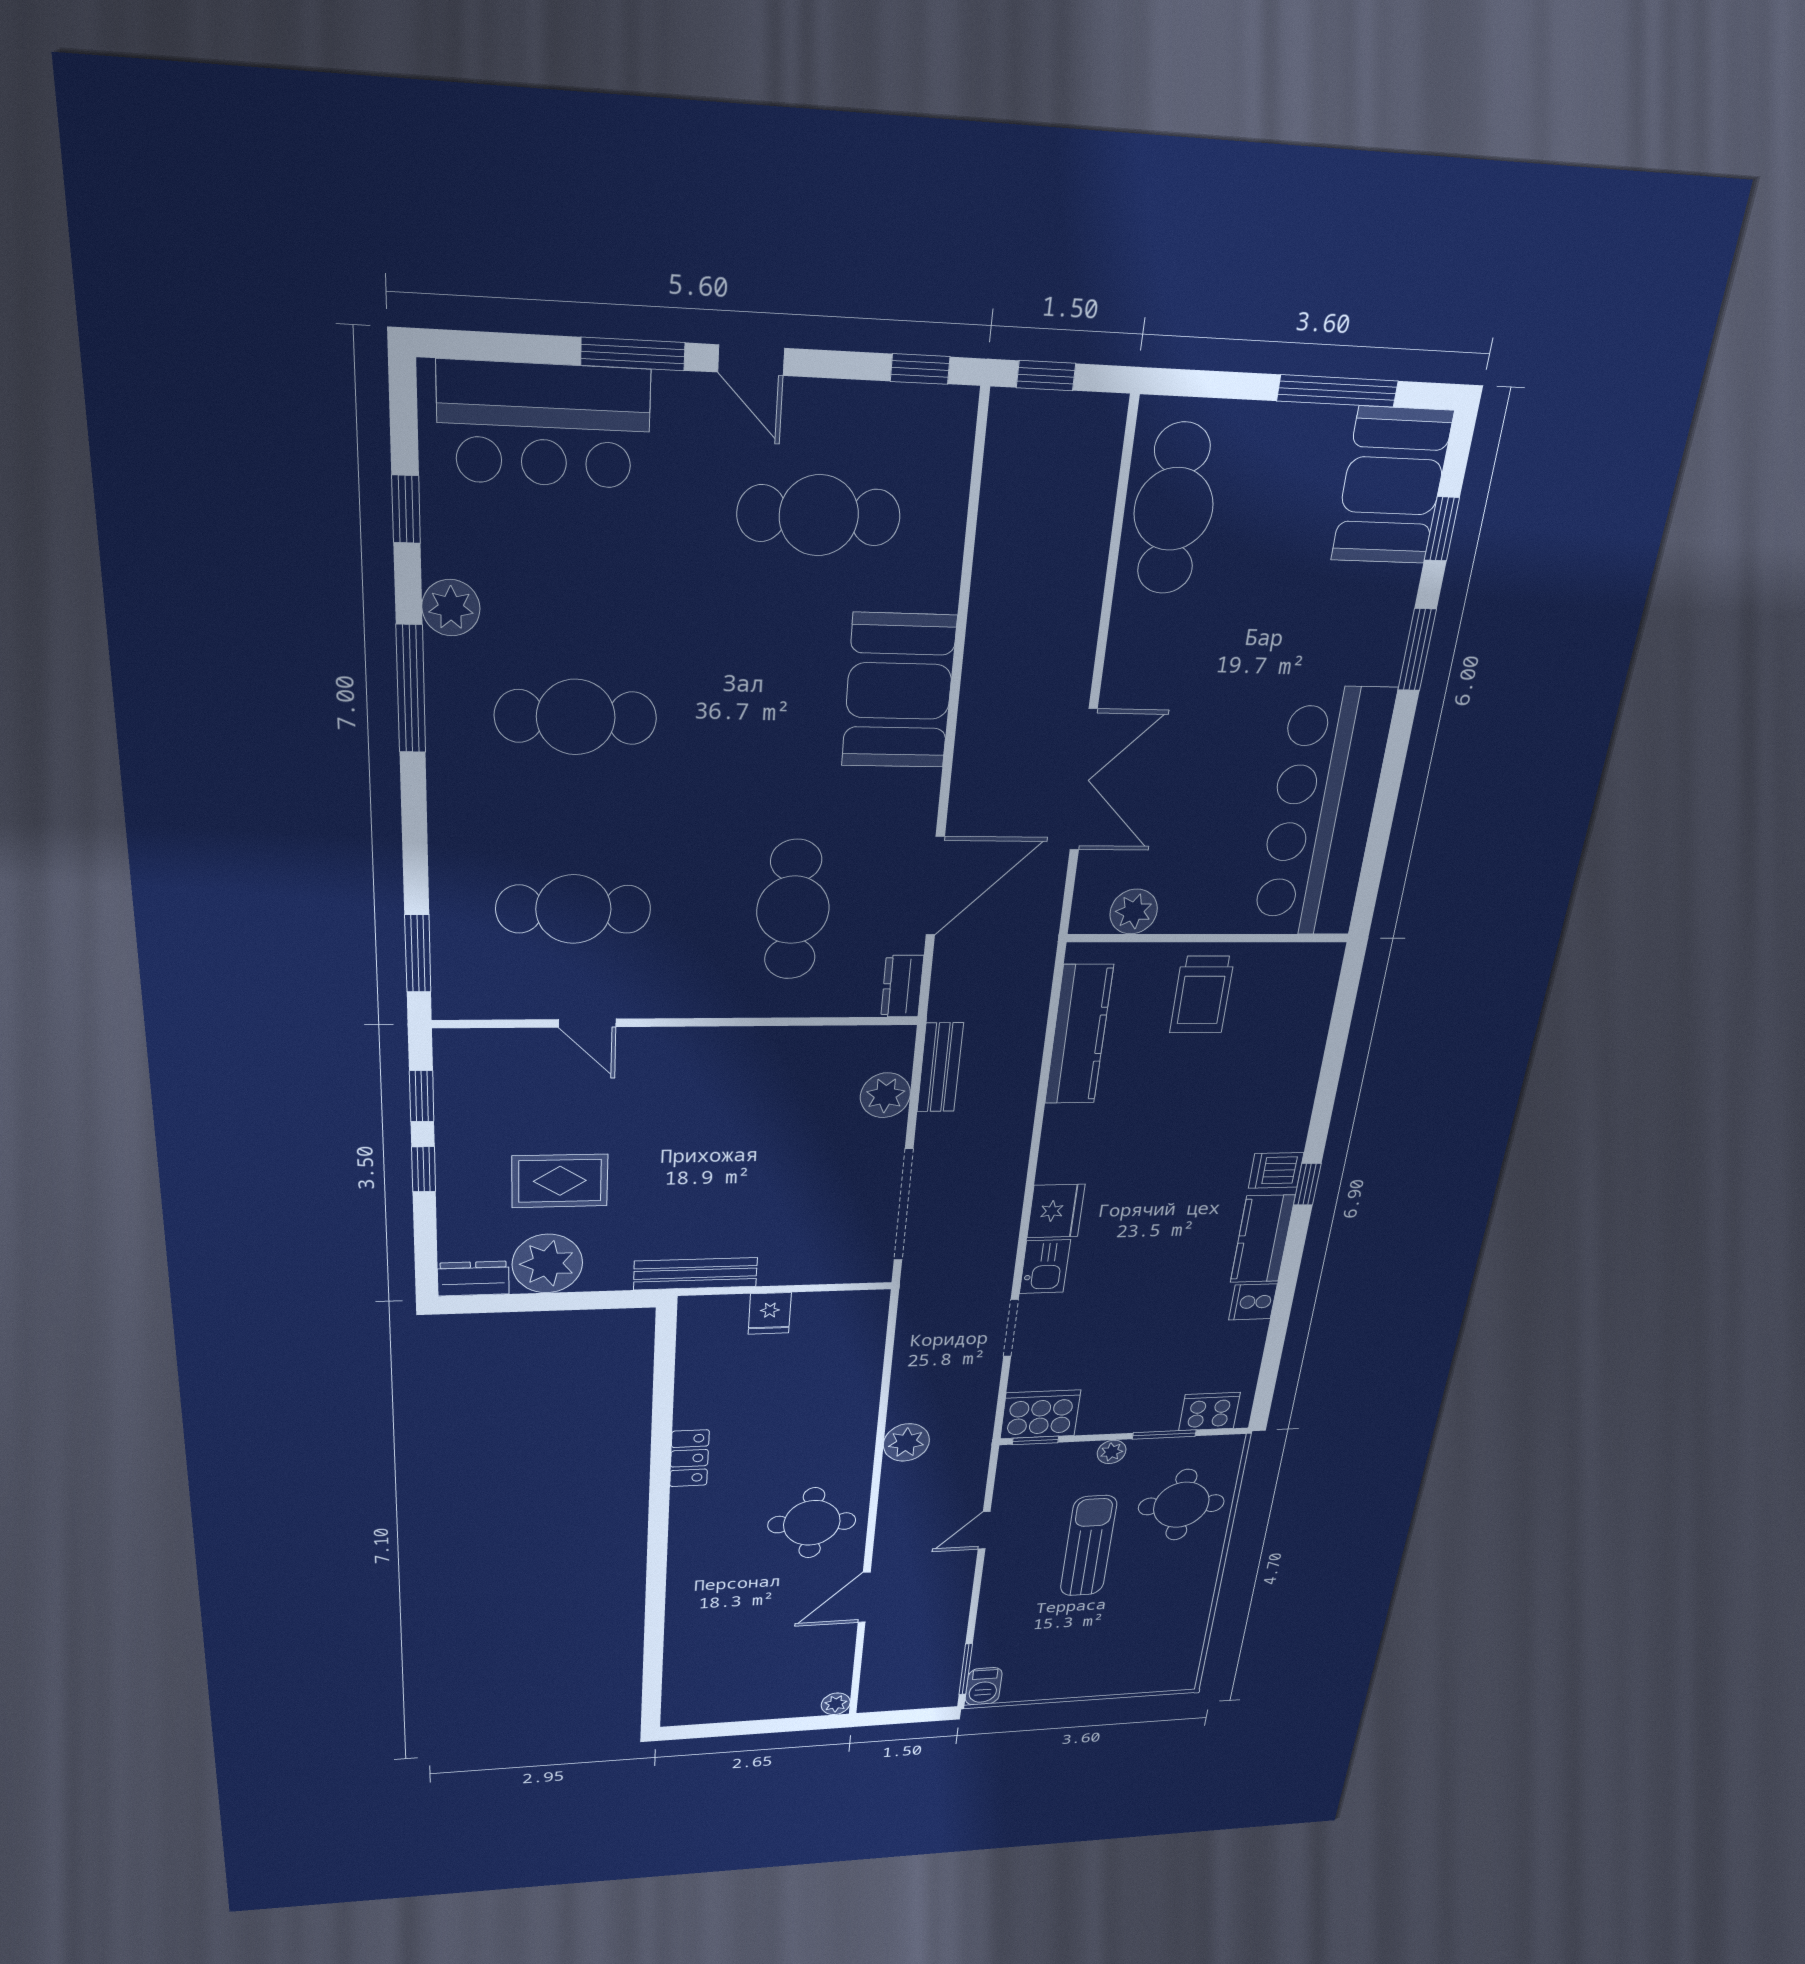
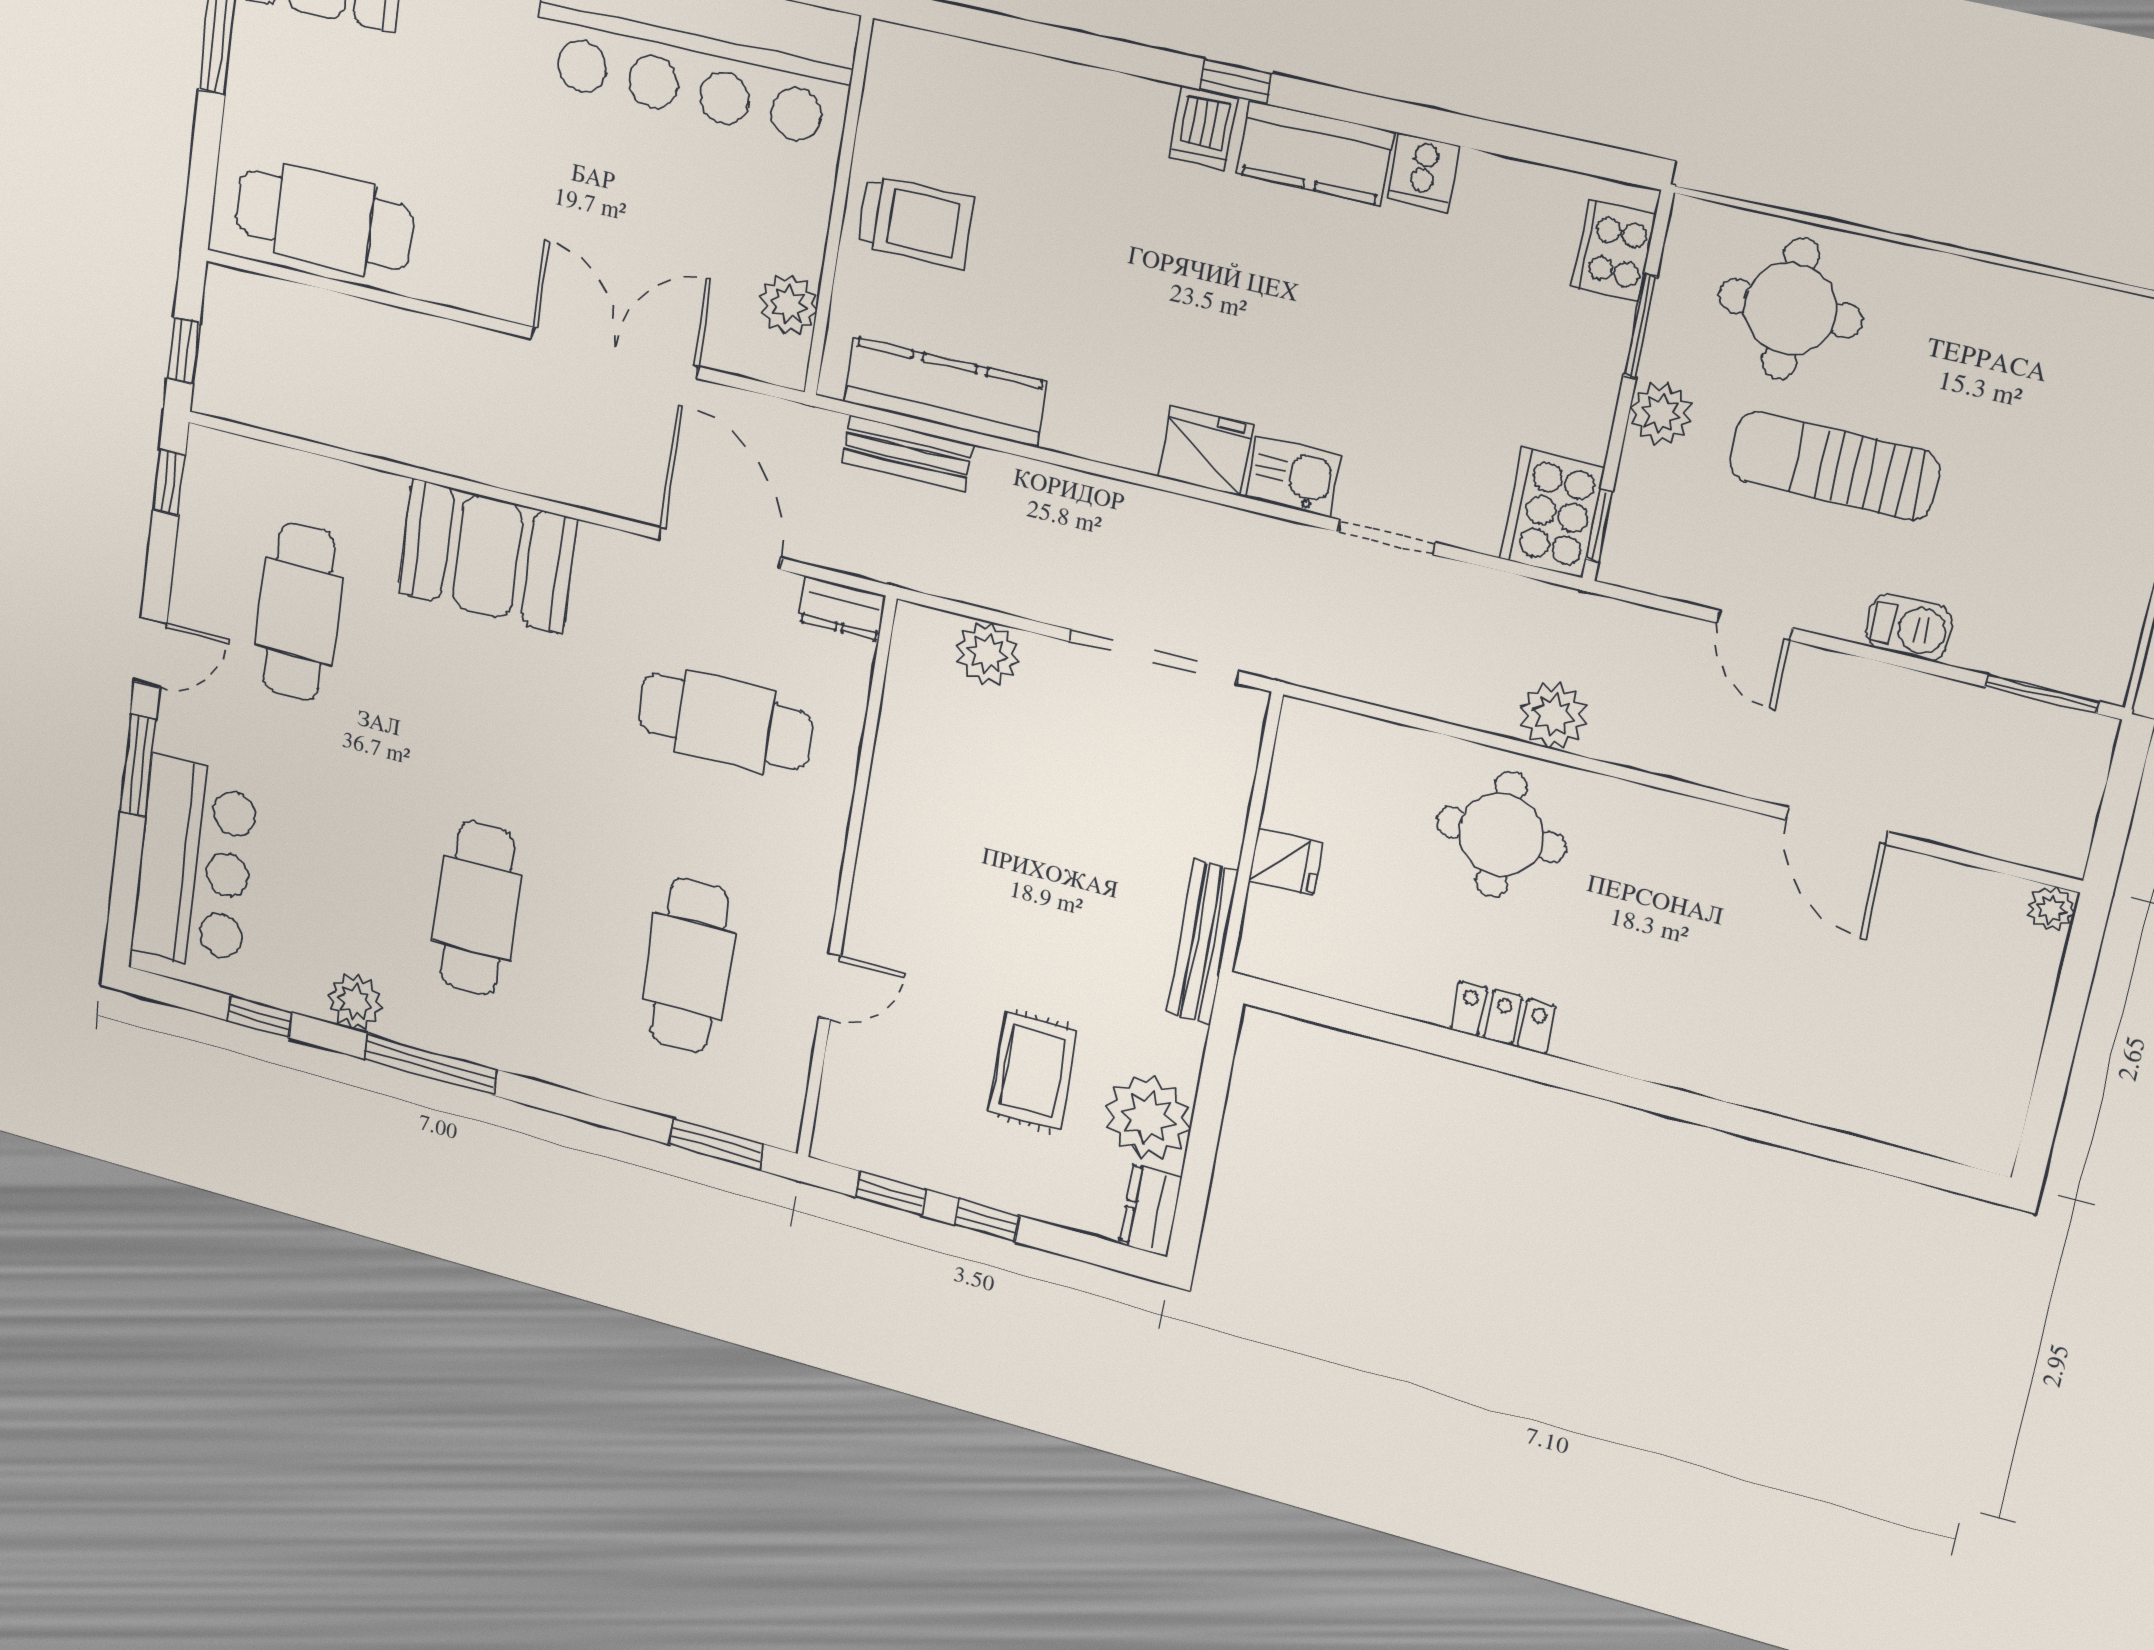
bench: (940, 1067) -> (907, 453), moved
plant: (1112, 1452) -> (1661, 413), width x1.38, depth x1.38
round table: (812, 1523) -> (1501, 834), moved
barbecue: (984, 1686) -> (1909, 627), moved

